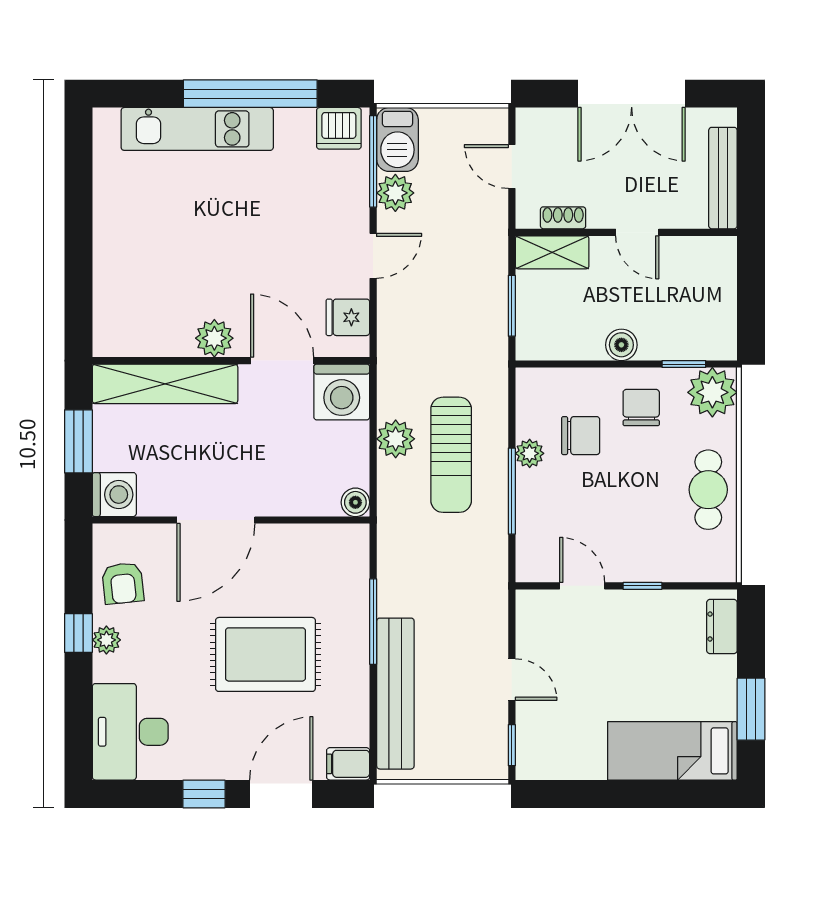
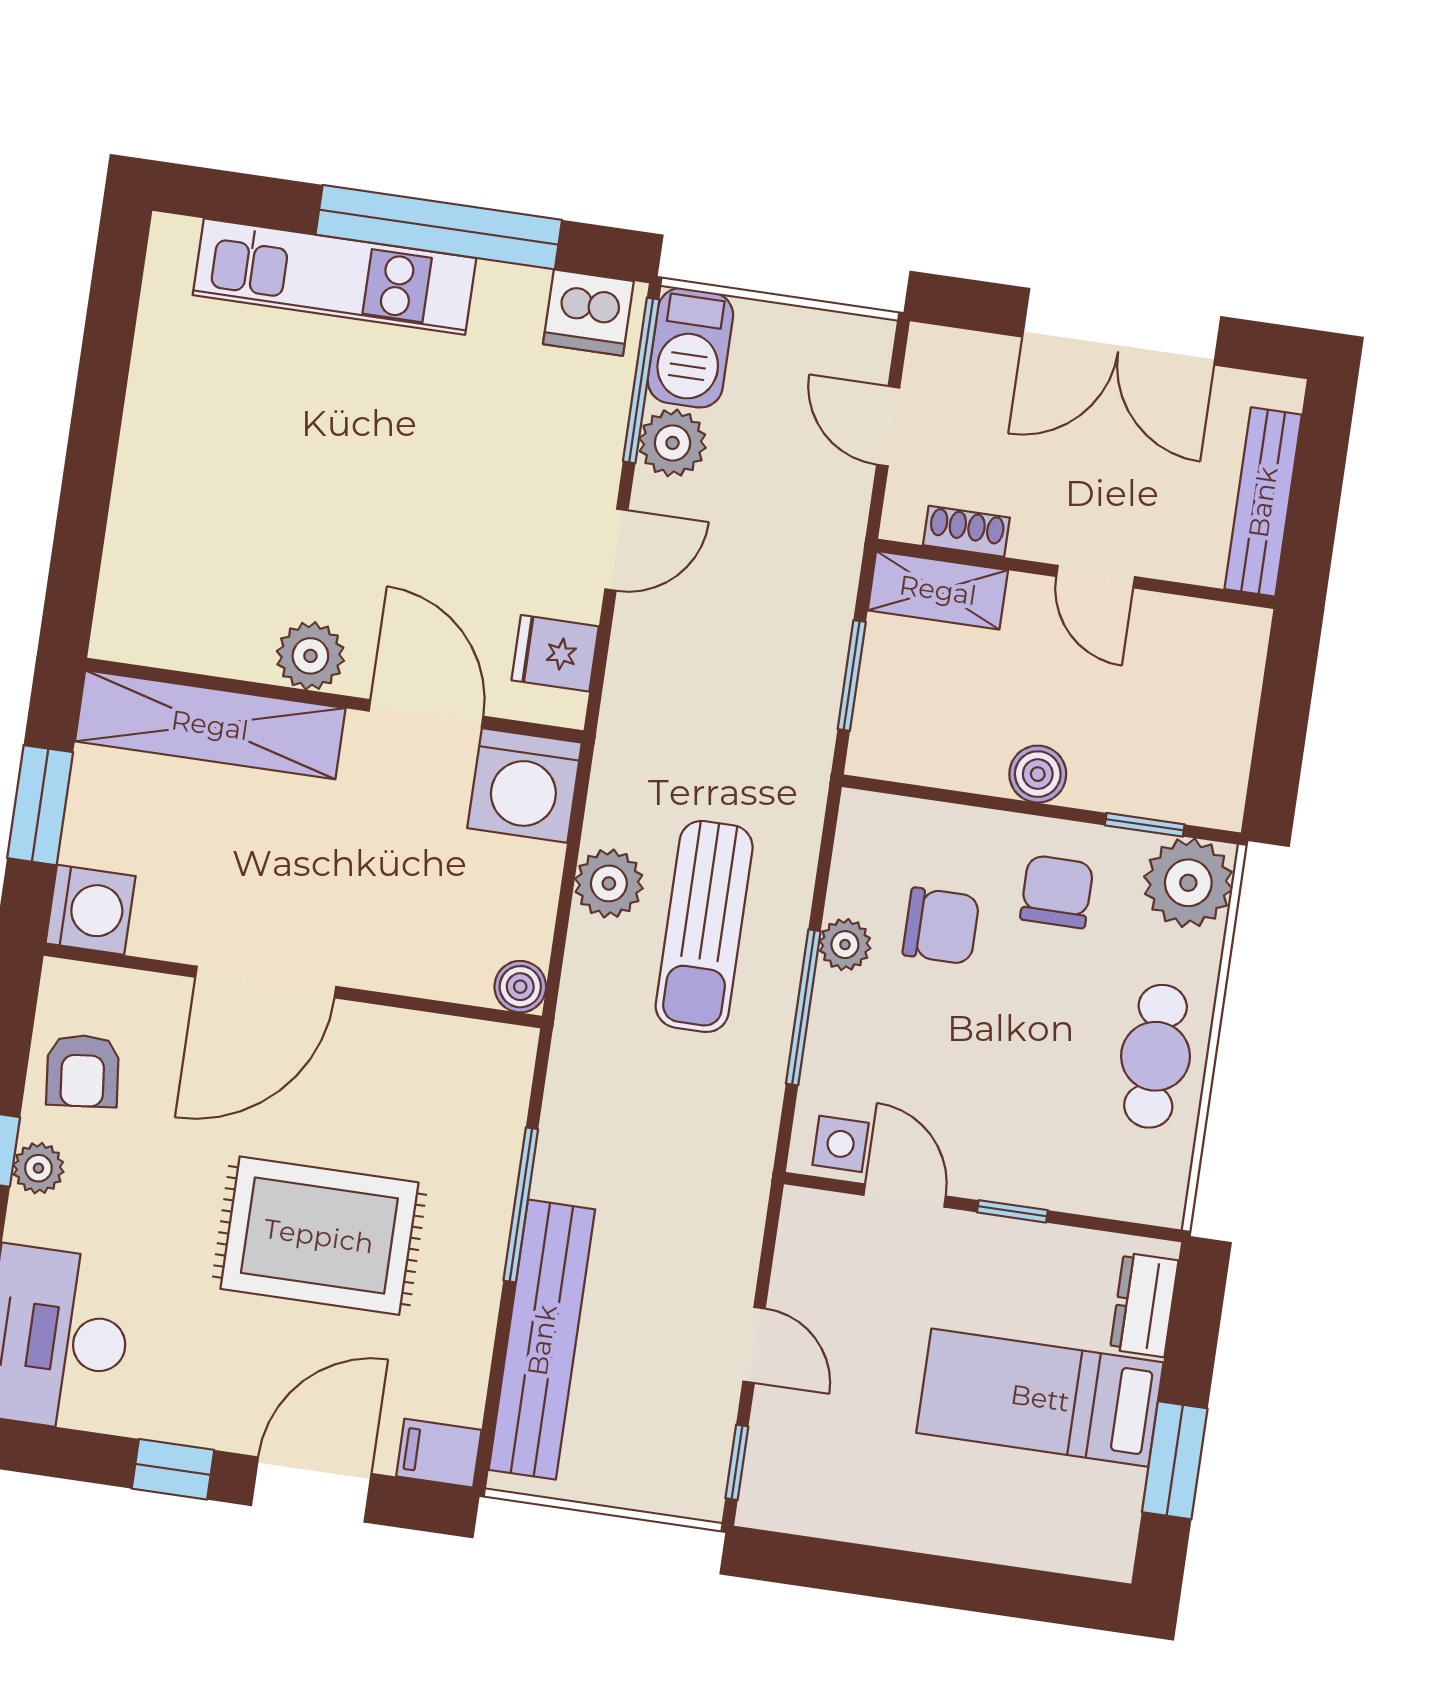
side table: (543, 563) -> (841, 1144), added
bed: (672, 751) -> (1040, 1398), moved

